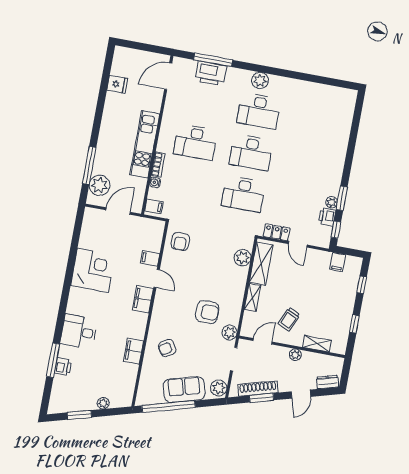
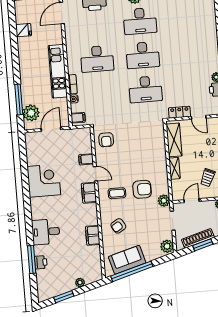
plant: (243, 258) -> (158, 139), removed
coffee table: (176, 309) -> (117, 193), added
sofa: (184, 390) -> (127, 260), moved

